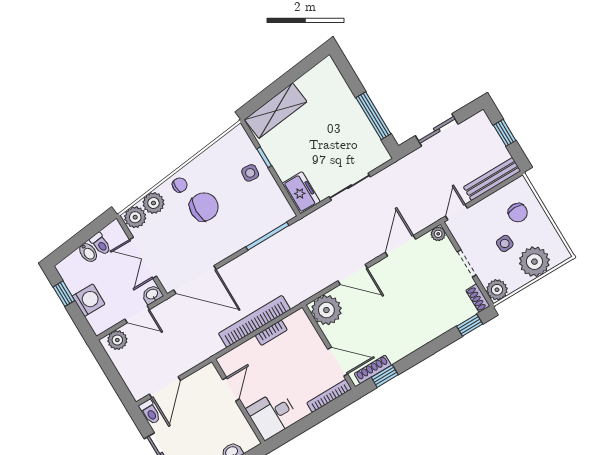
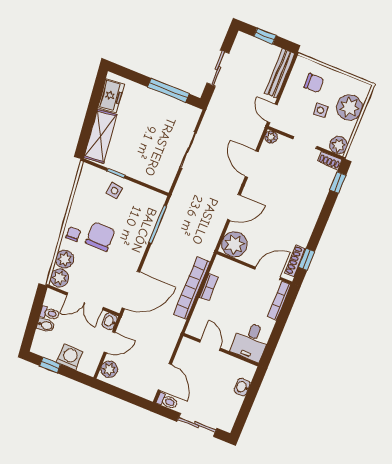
freezer: (301, 193) -> (111, 96), moved, turned 83

